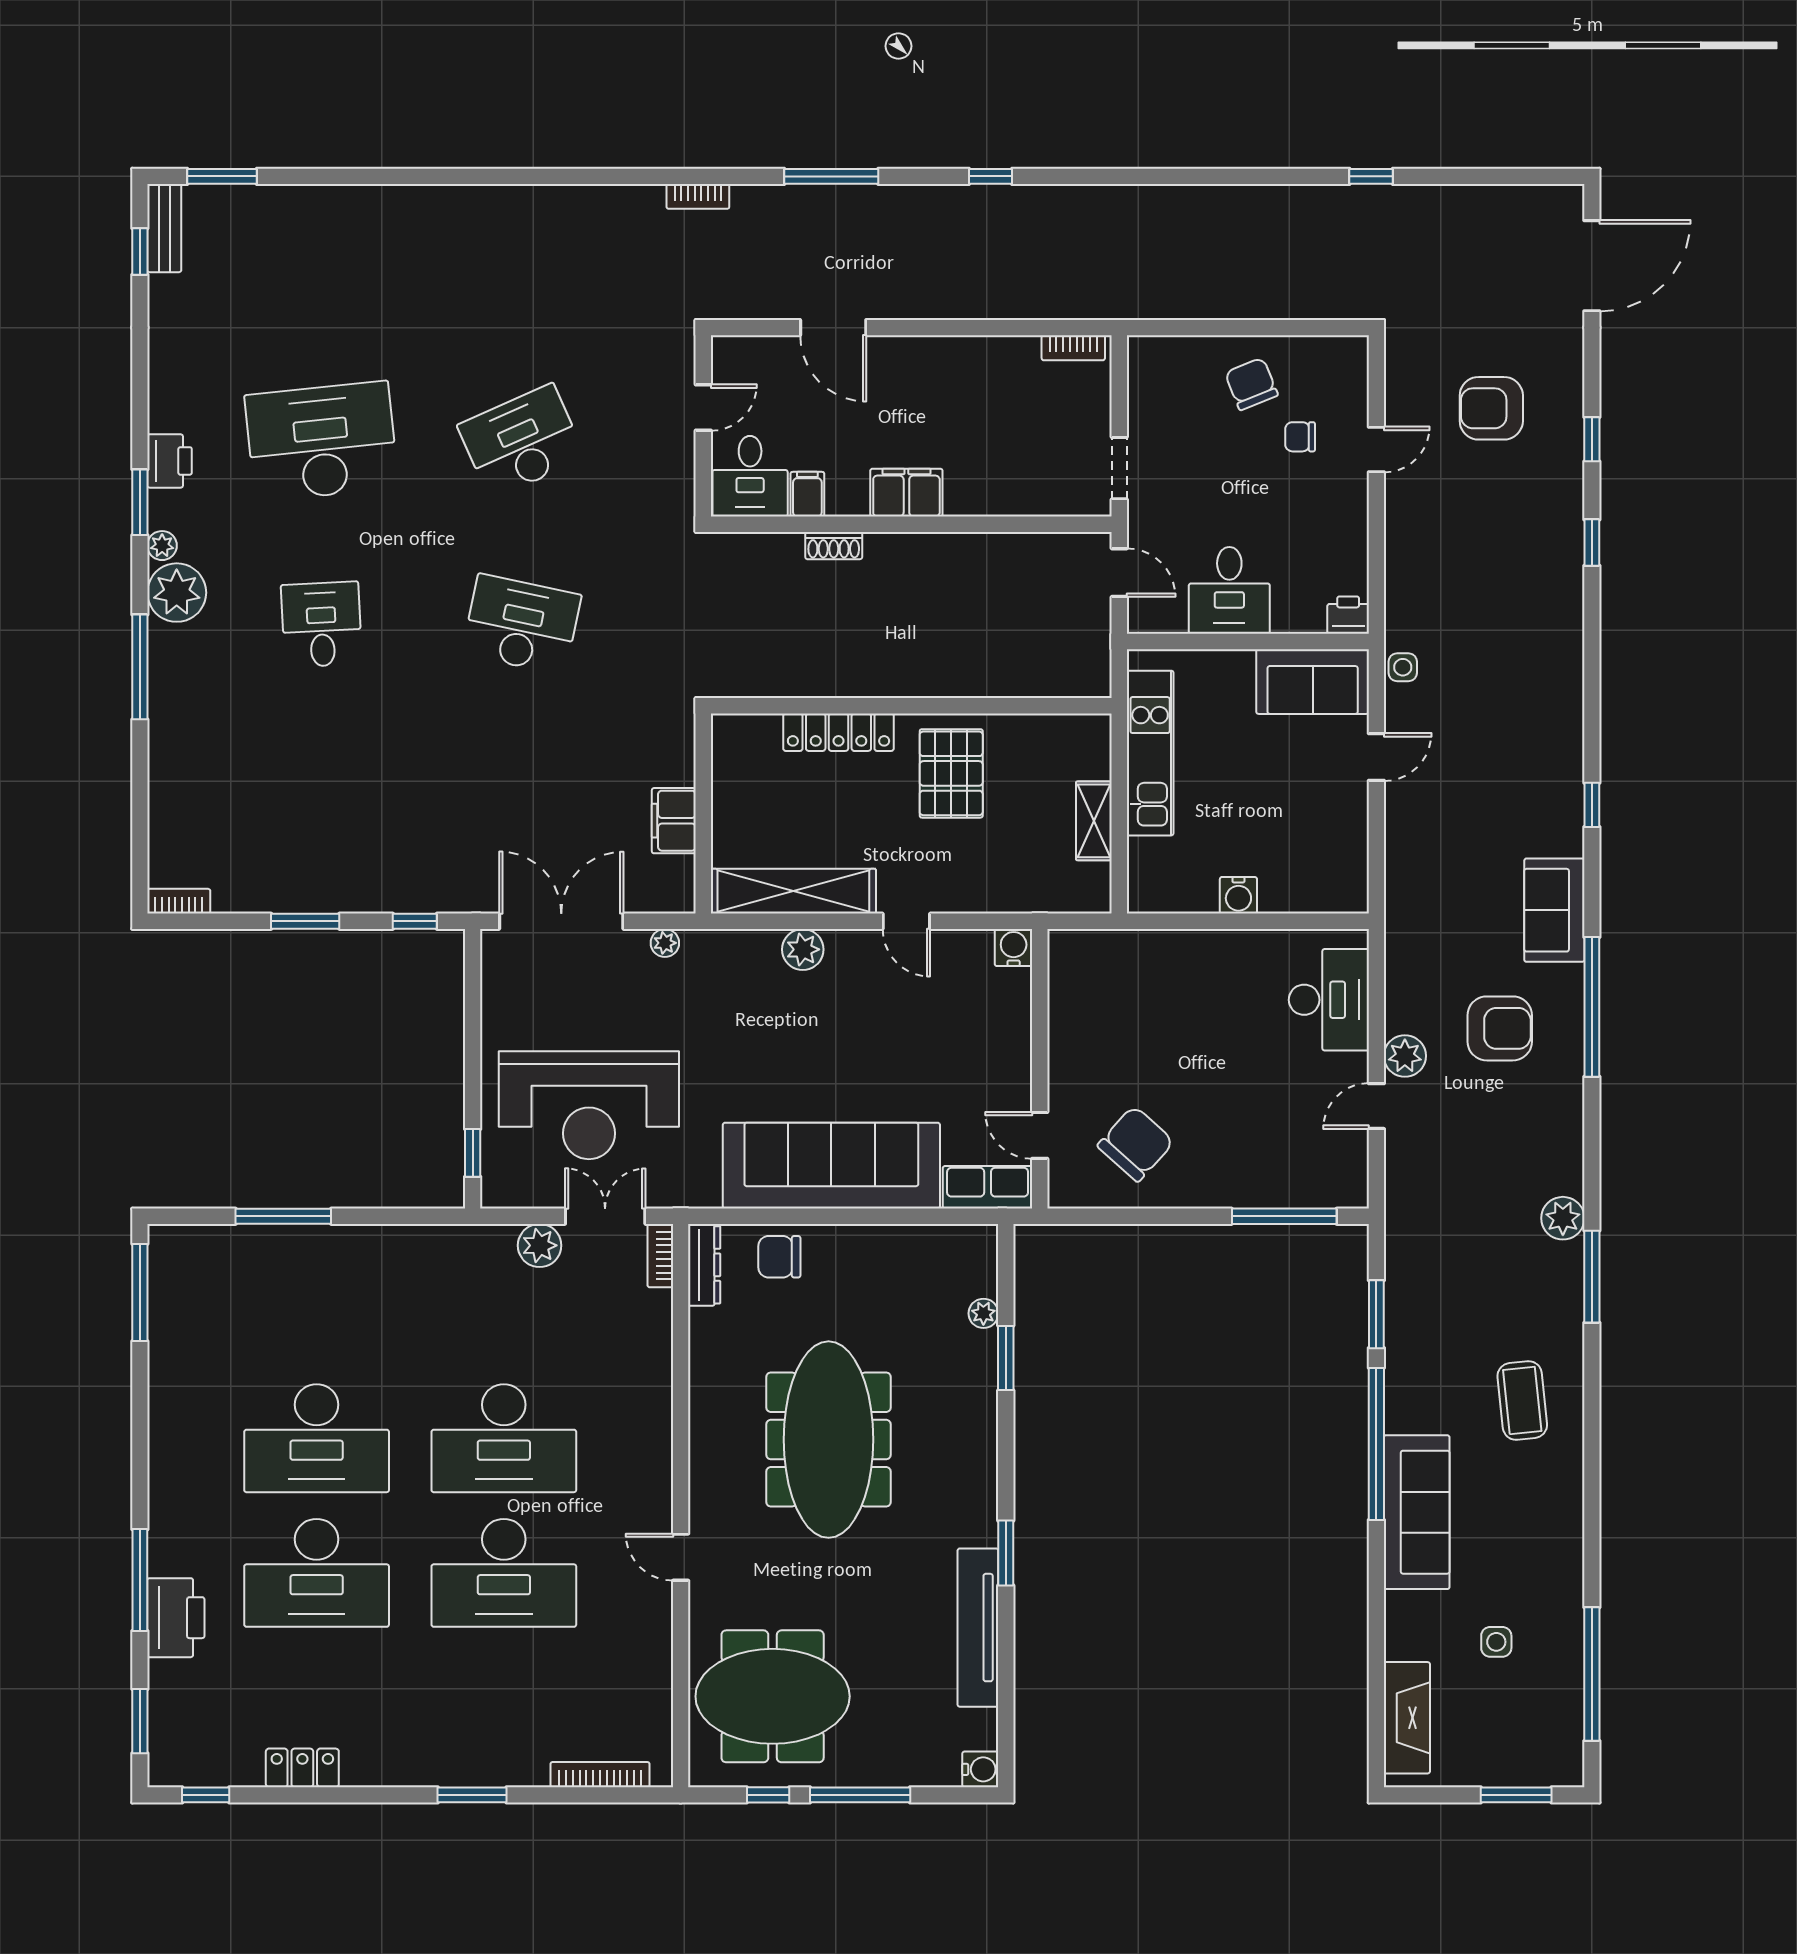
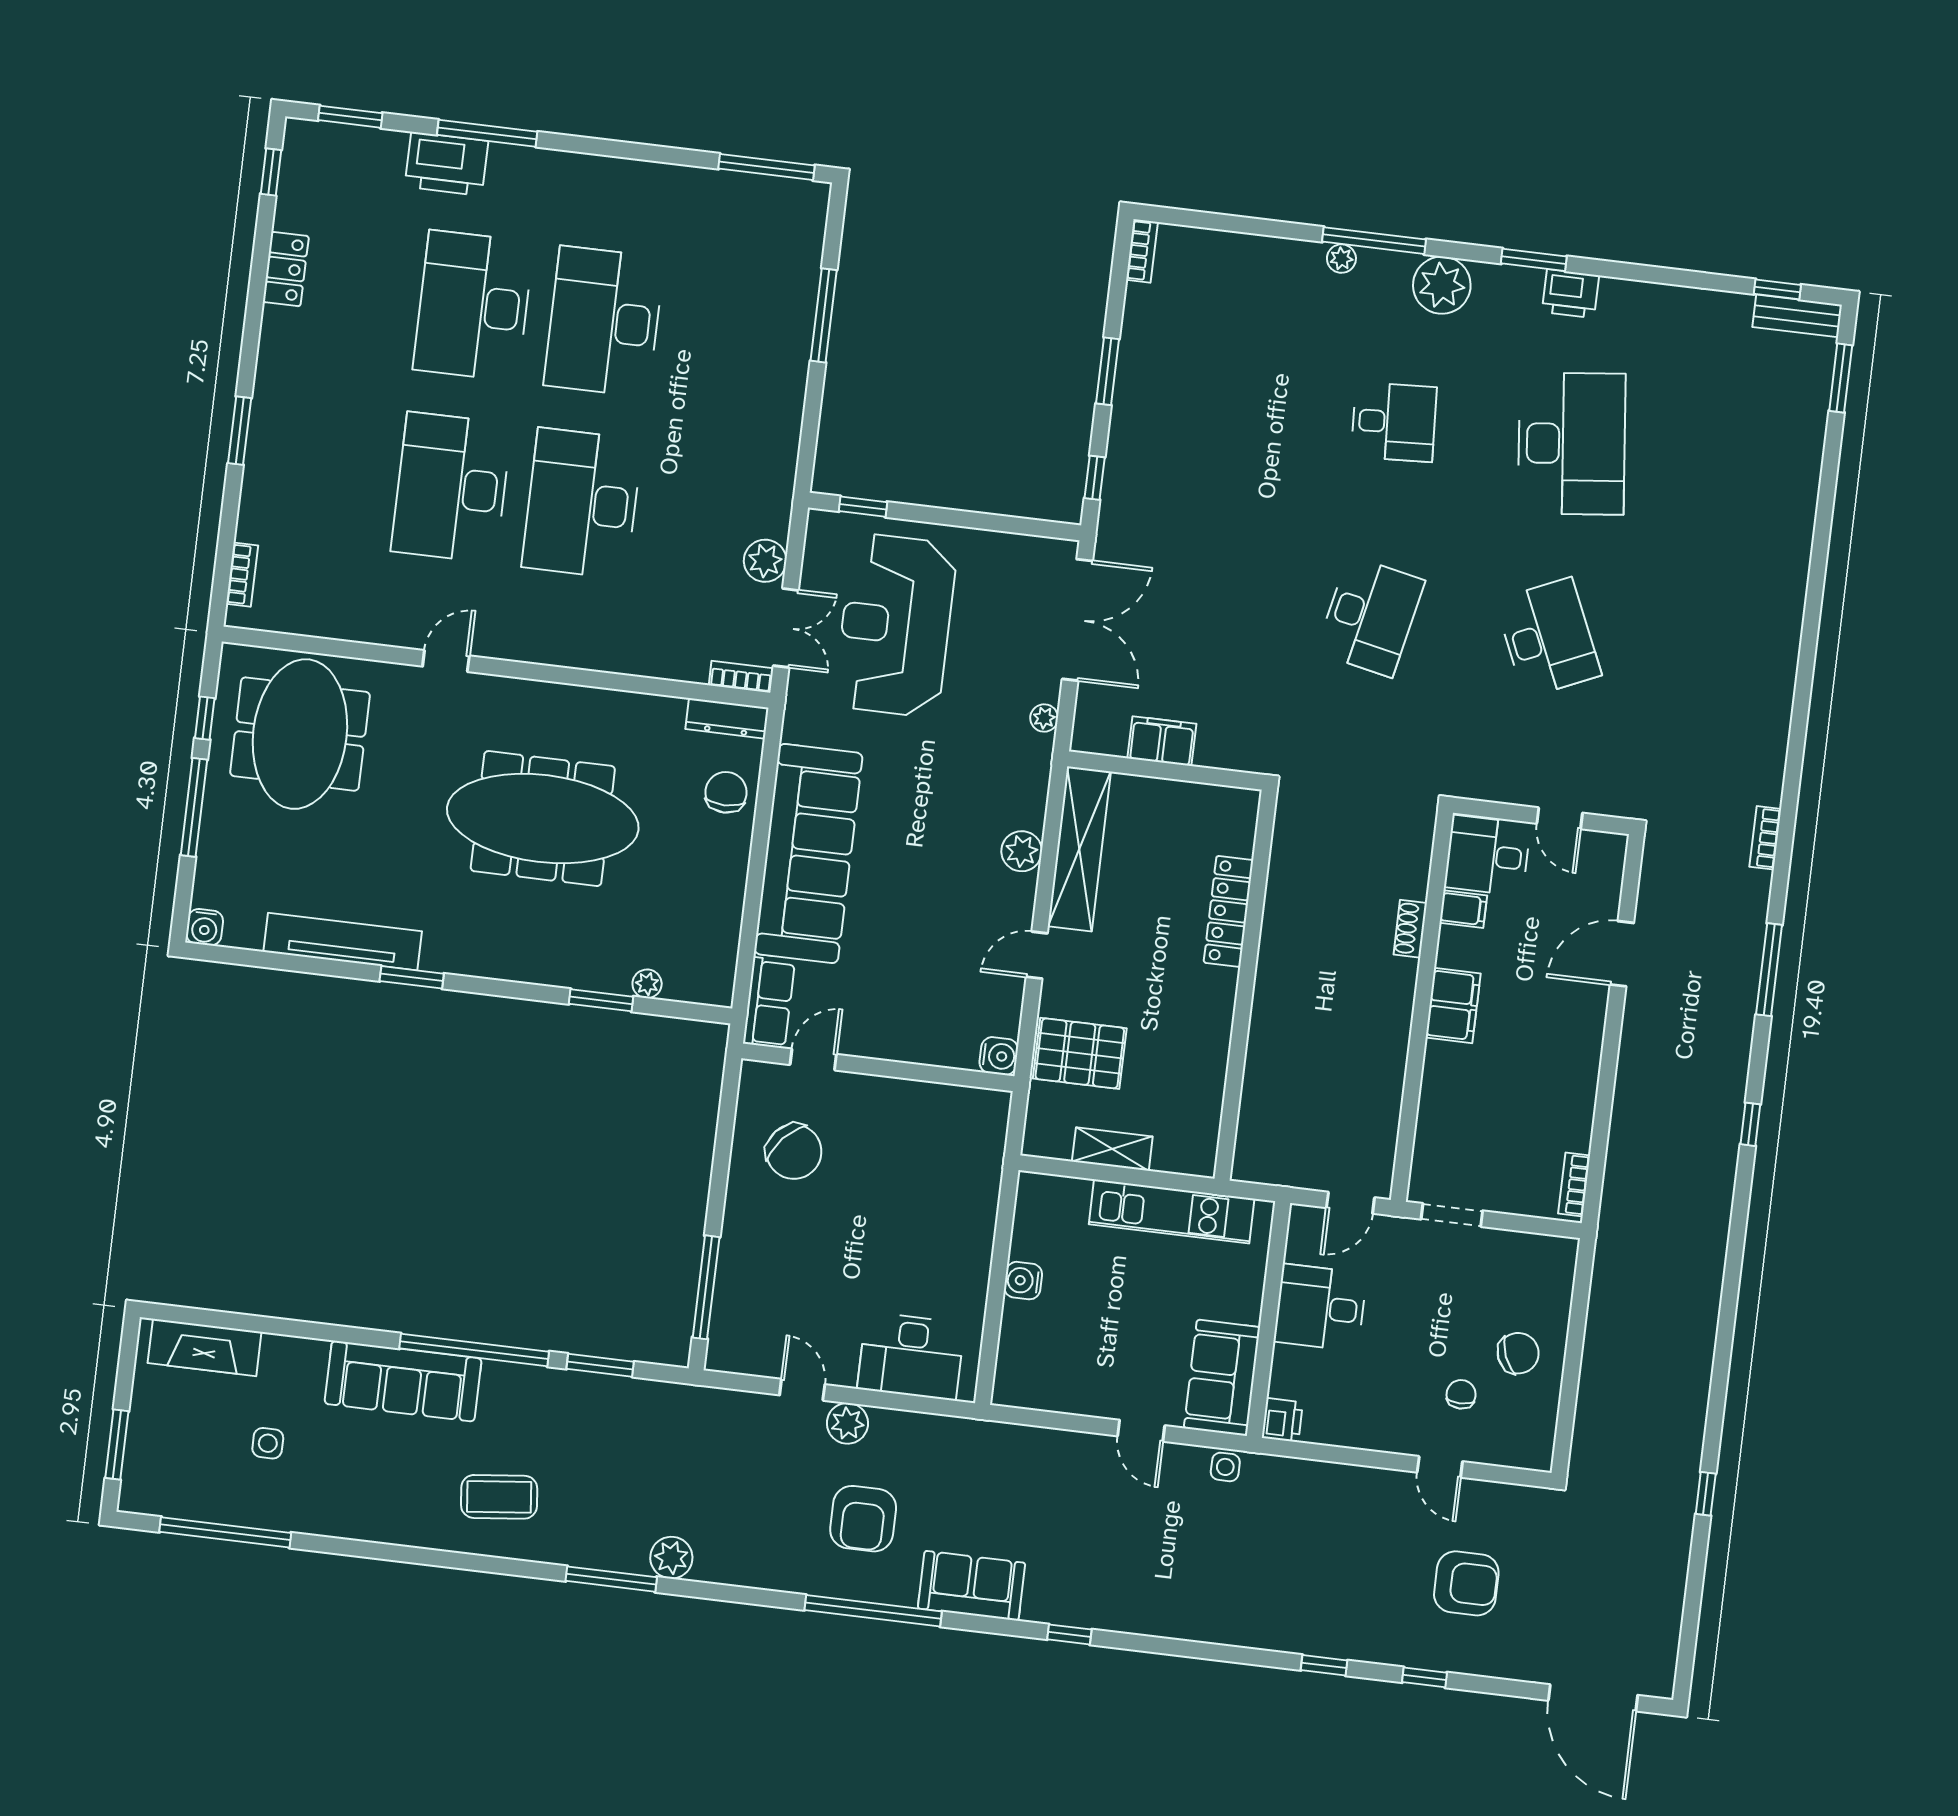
armchair: (1491, 408) -> (1466, 1583), turned 90
plant: (162, 546) -> (1341, 259), moved
pallet: (951, 773) -> (1080, 1053), moved
bookcase: (600, 1775) -> (242, 575), width x0.64

